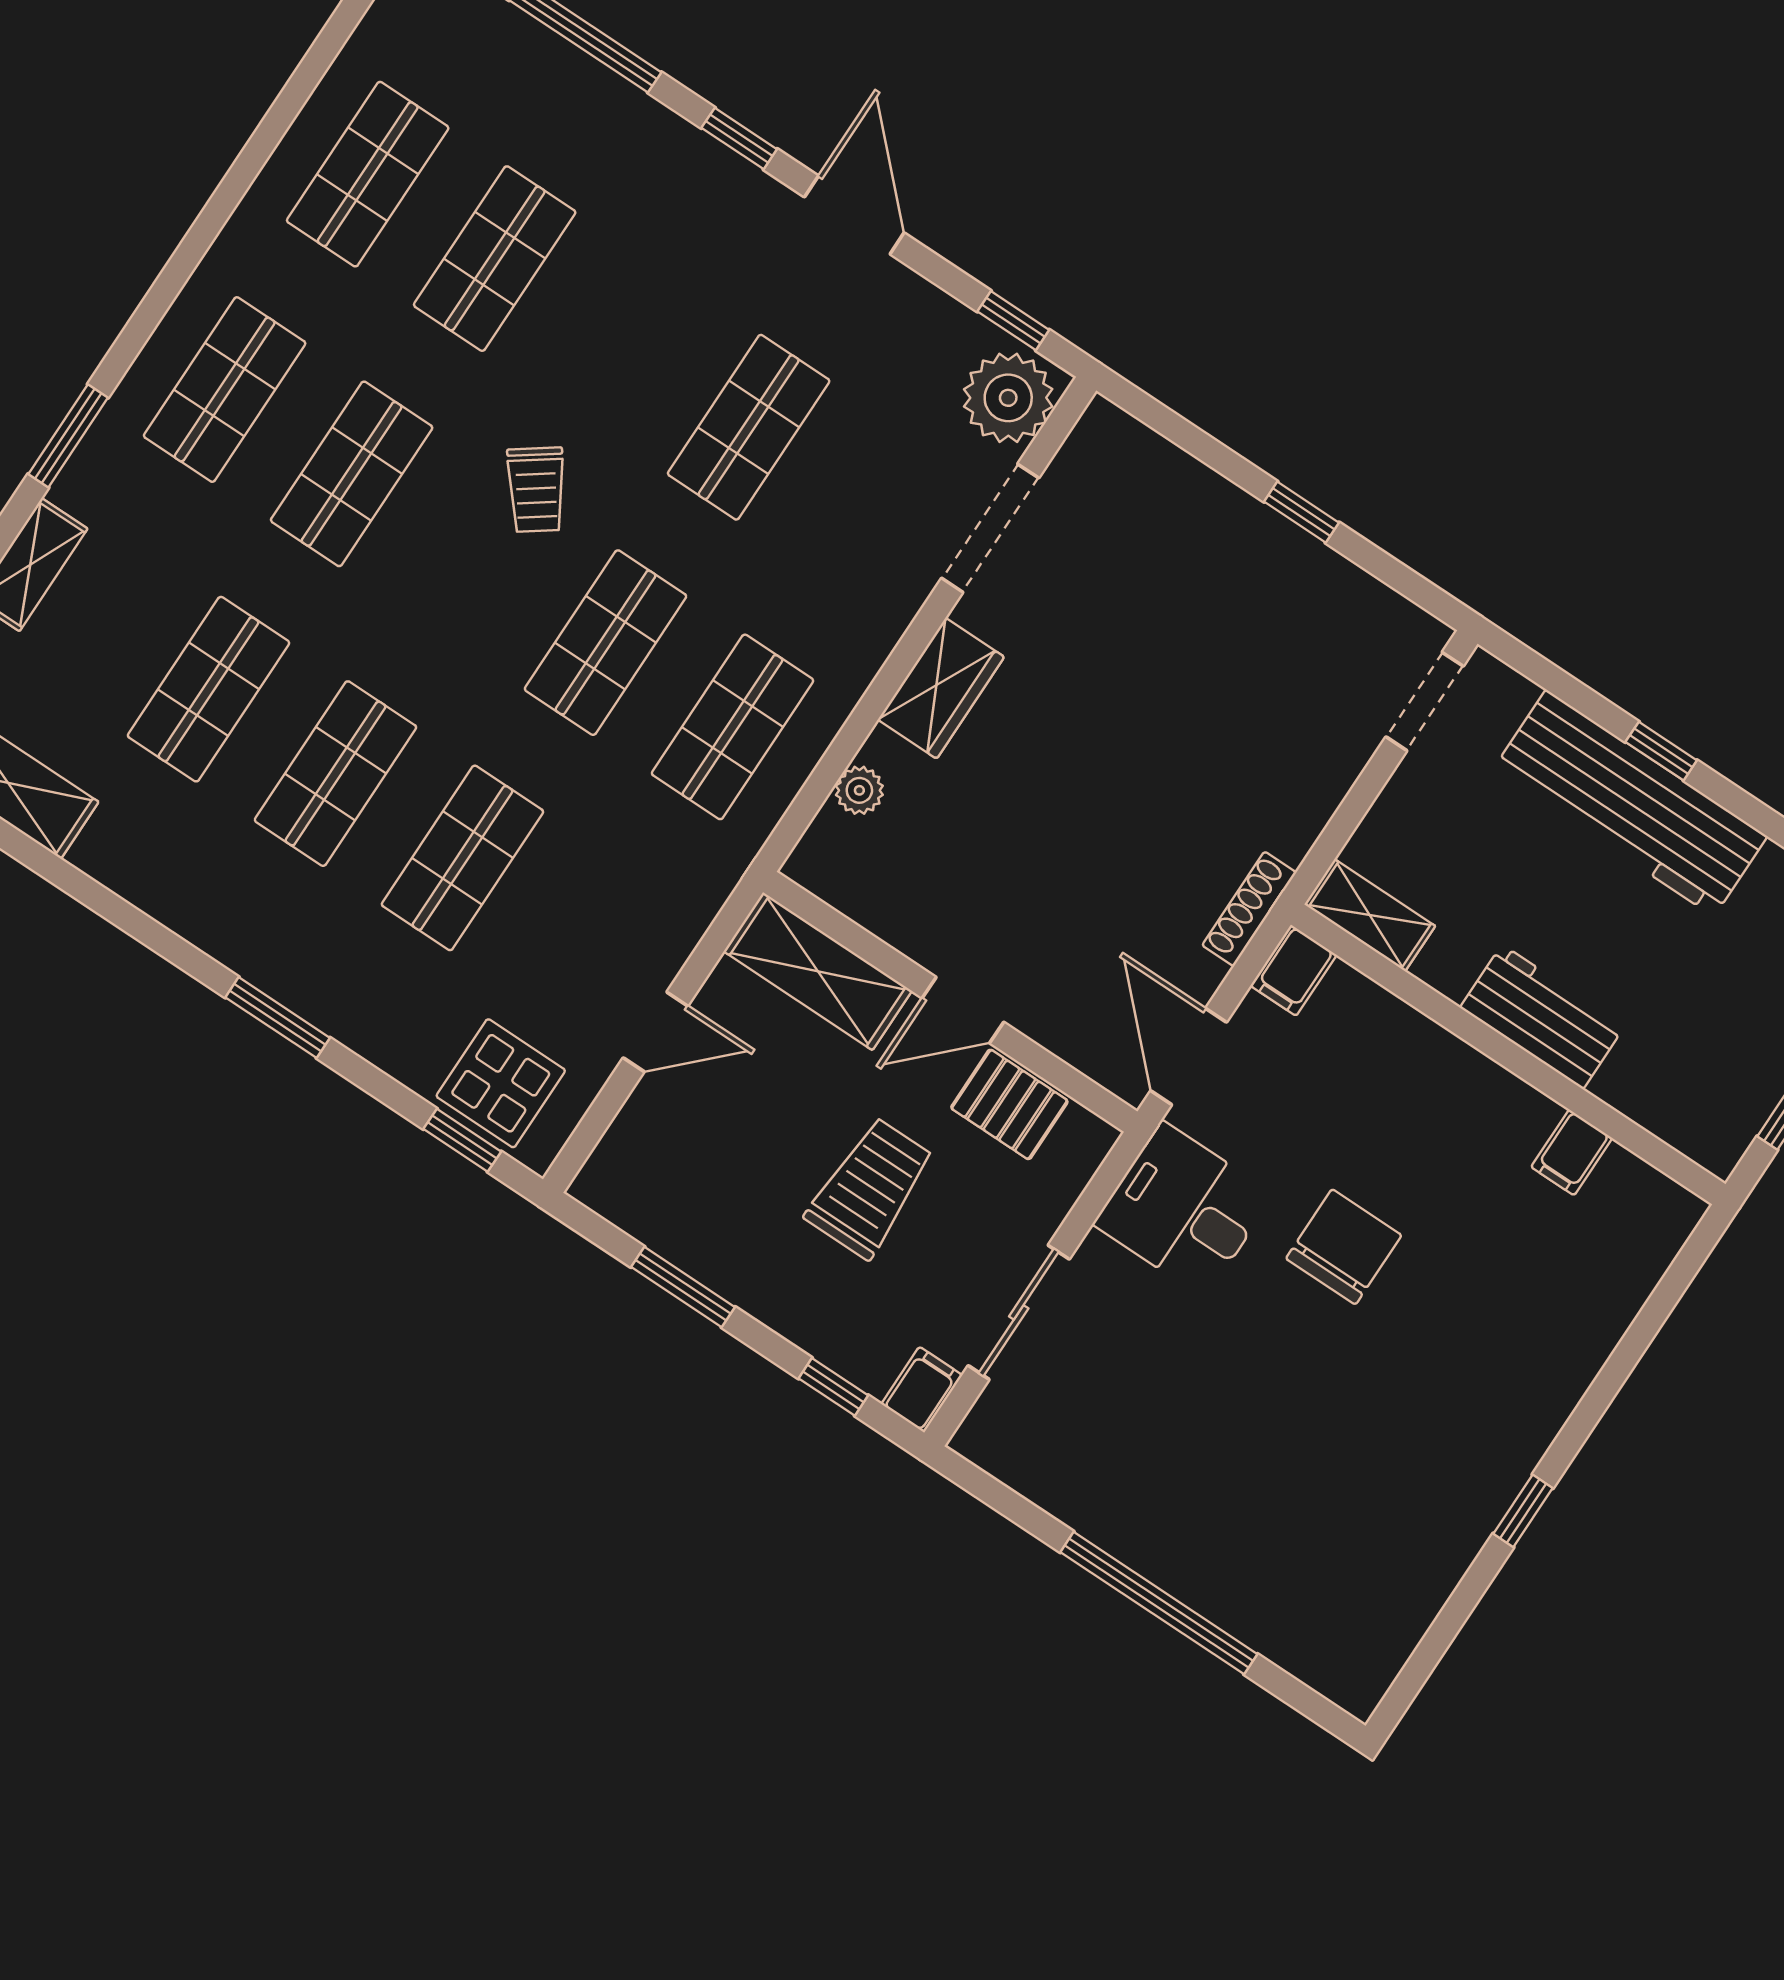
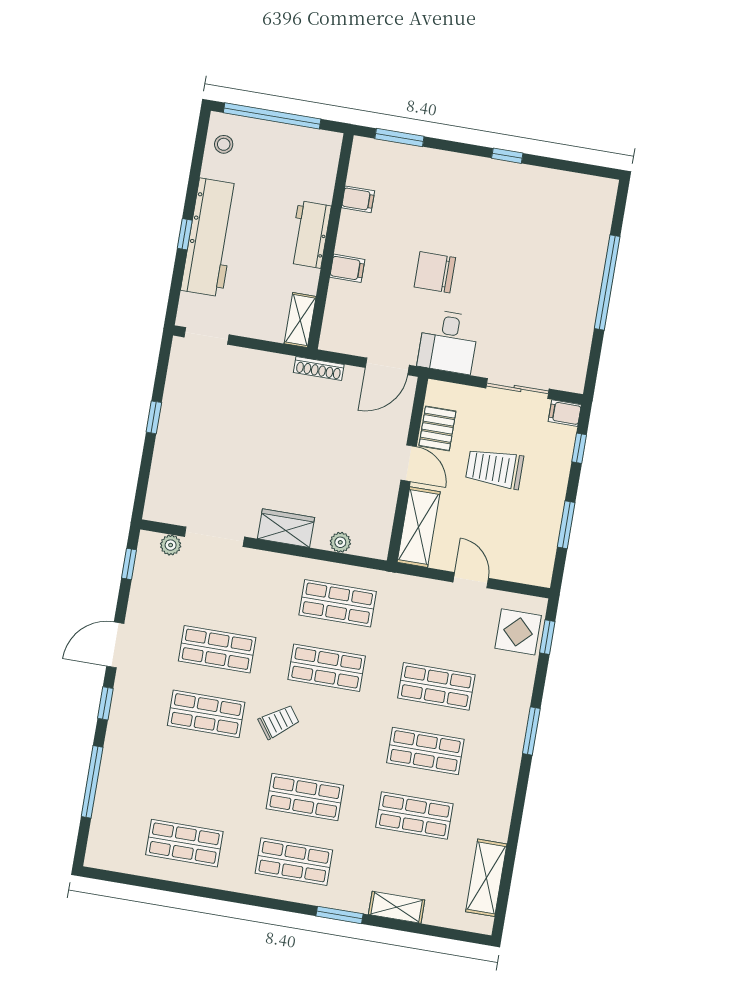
shop shelf: (495, 259) -> (206, 714), moved
plant: (1008, 398) -> (171, 545), width x0.53, depth x0.53
filing cabinet: (1294, 970) -> (347, 268), moved
window: (1664, 1299) -> (399, 137), added

